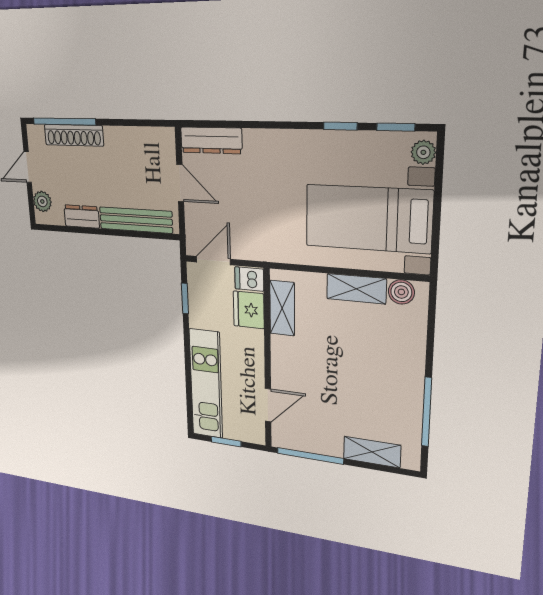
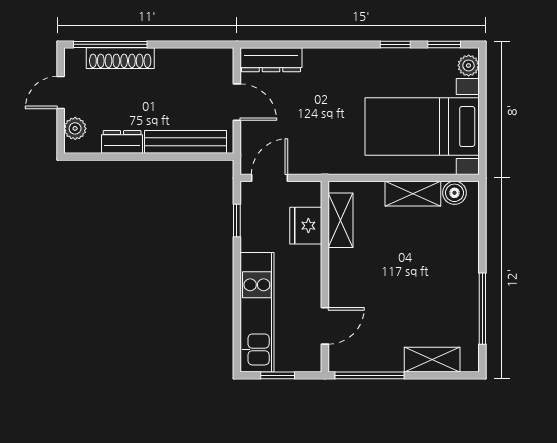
dishwasher: (249, 279) -> (307, 194), removed

